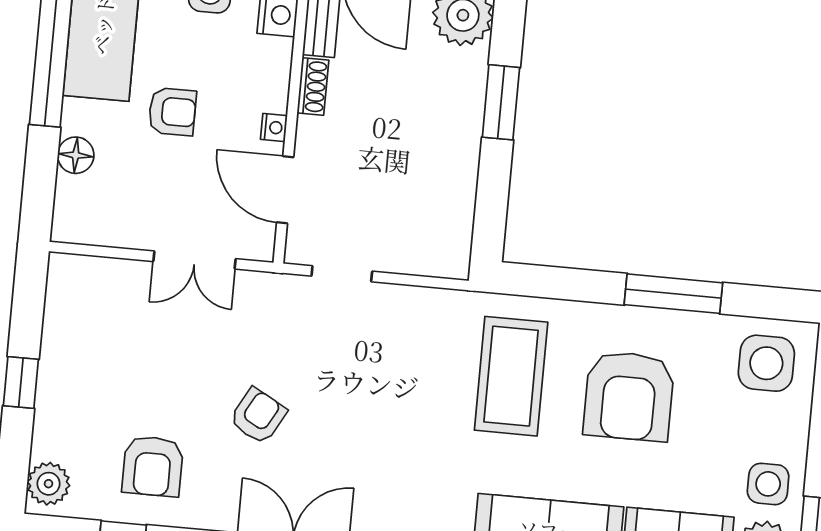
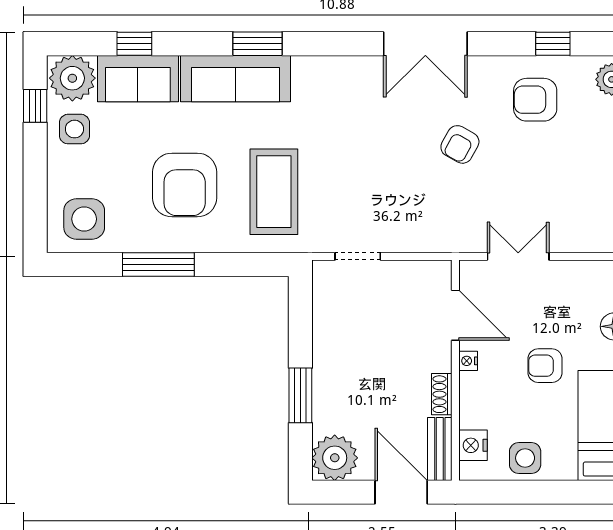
doorway: (342, 274) -> (358, 256), moved
armchair: (629, 396) -> (185, 185), turned 180
armchair: (153, 466) -> (535, 100), turned -90

